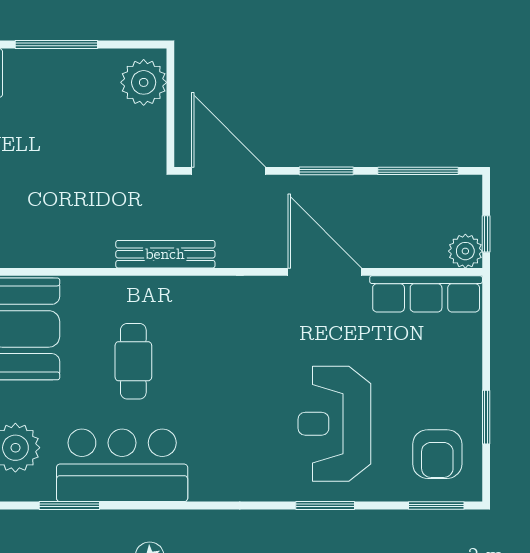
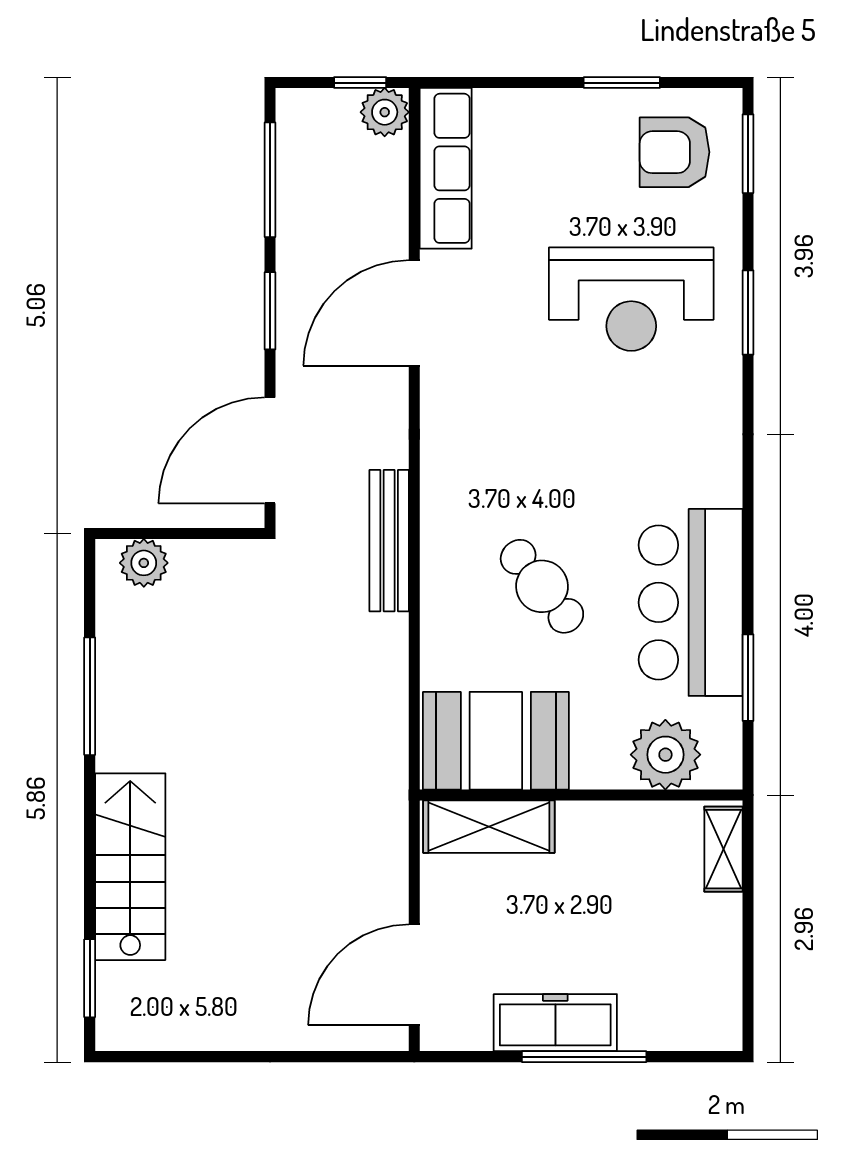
plant: (144, 82) -> (144, 563), width x0.73, depth x0.73
cafe table: (133, 361) -> (542, 586), turned 51
armchair: (437, 454) -> (675, 152), turned 180

